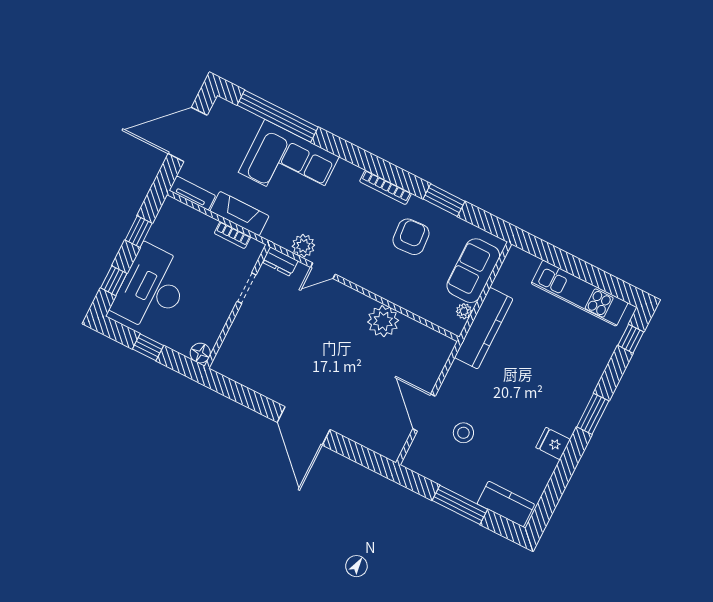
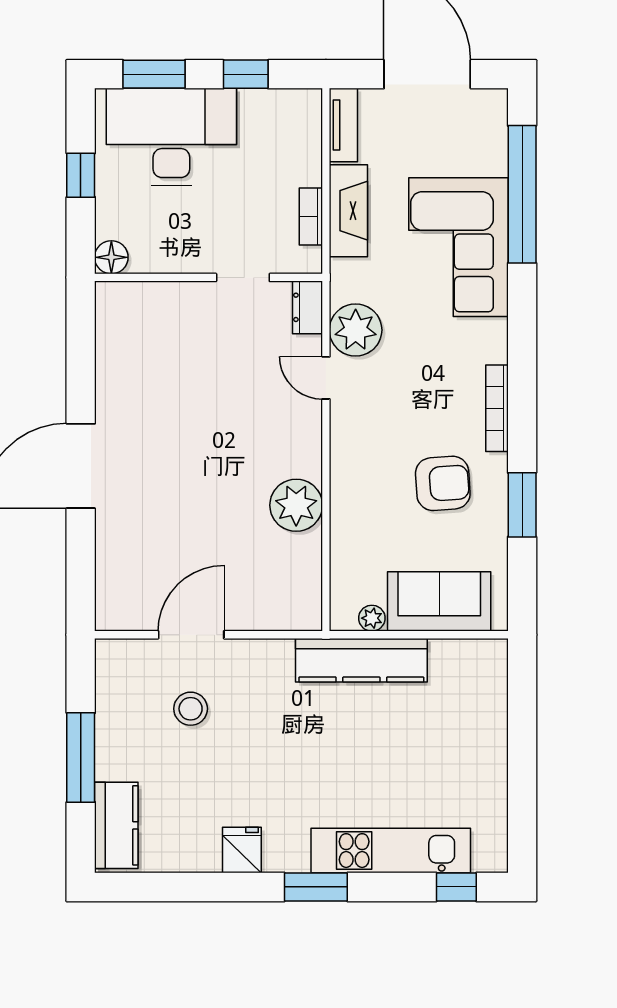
plant: (303, 246) -> (356, 330), width x1.36, depth x1.36
window: (114, 281) -> (154, 74), width x1.50
kitchen unit: (580, 293) -> (391, 851), moved, turned 90

